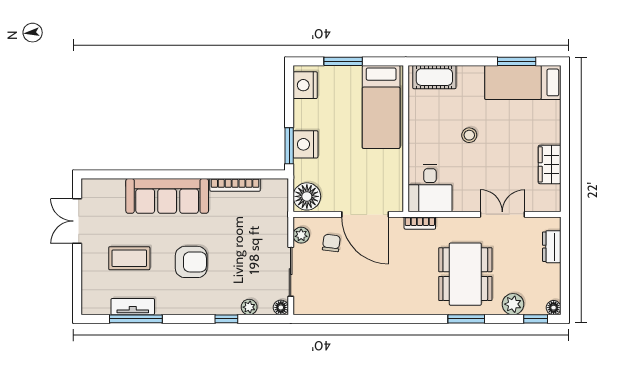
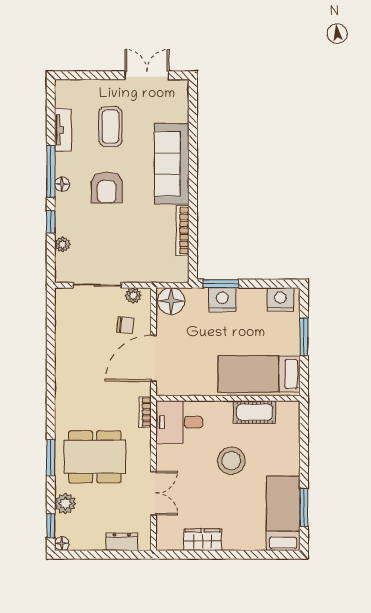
cot: (434, 77) -> (254, 412), moved, turned 90
stool: (469, 135) -> (231, 461), width x1.89, depth x1.89
floor lamp: (281, 307) -> (62, 184), moved
window: (136, 319) -> (51, 171), moved

